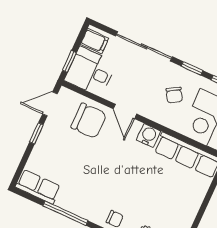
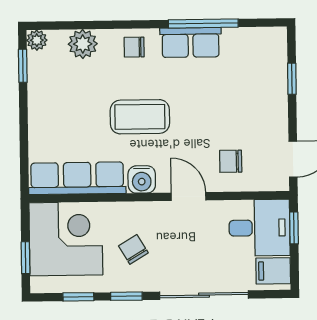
chair: (89, 121) -> (231, 161), width x0.54, depth x0.54
window: (36, 133) -> (292, 79), moved
coffee table: (131, 174) -> (140, 117), added
row of seats: (38, 187) -> (191, 42), moved

